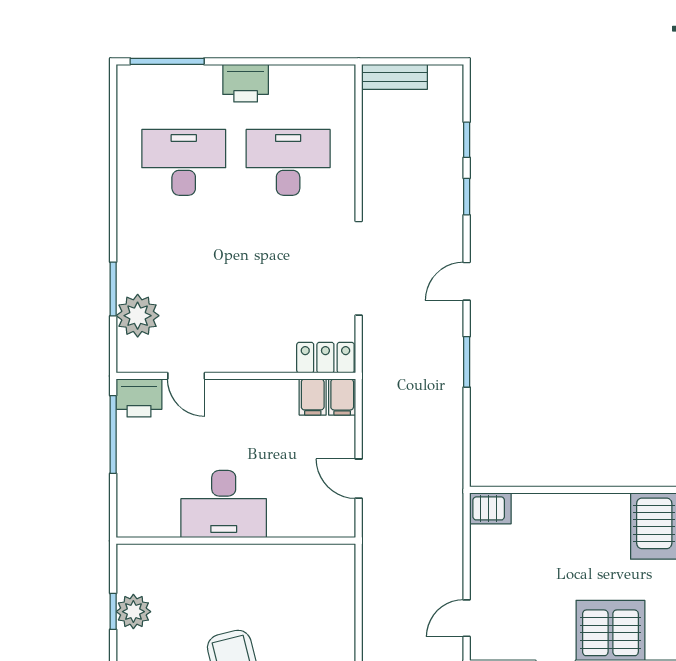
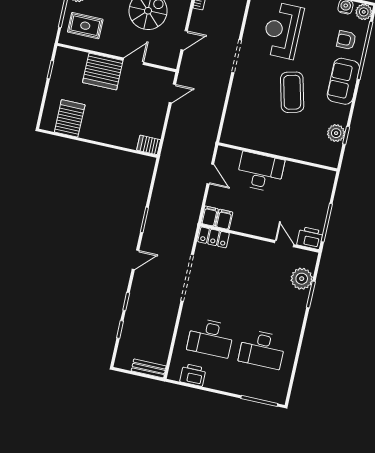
printer: (246, 83) -> (193, 375), moved
desk: (224, 504) -> (260, 172), moved

